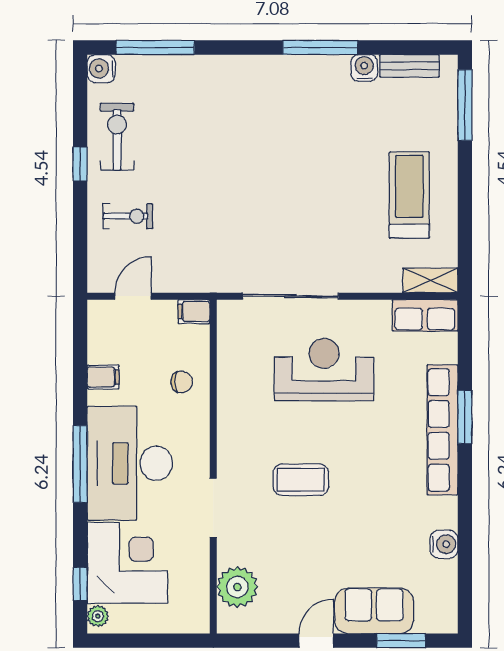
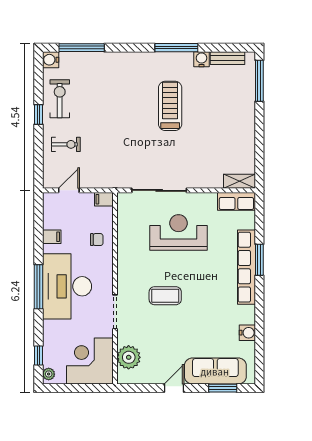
treadmill: (409, 195) -> (170, 106), moved
corner desk: (127, 563) -> (90, 361), moved, turned -90
sofa: (374, 611) -> (215, 371), width x1.36

